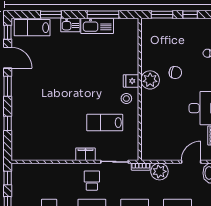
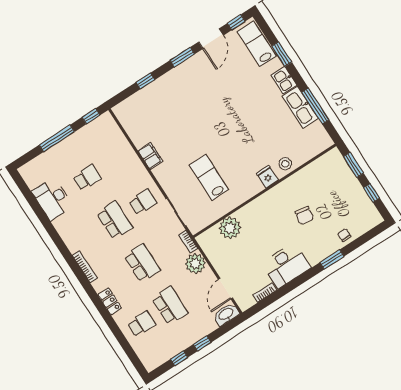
plant: (150, 80) -> (230, 228), moved
stool: (126, 99) -> (285, 164), moved
filing cabinet: (85, 154) -> (150, 156), moved
door: (191, 162) -> (226, 289), swing flipped

